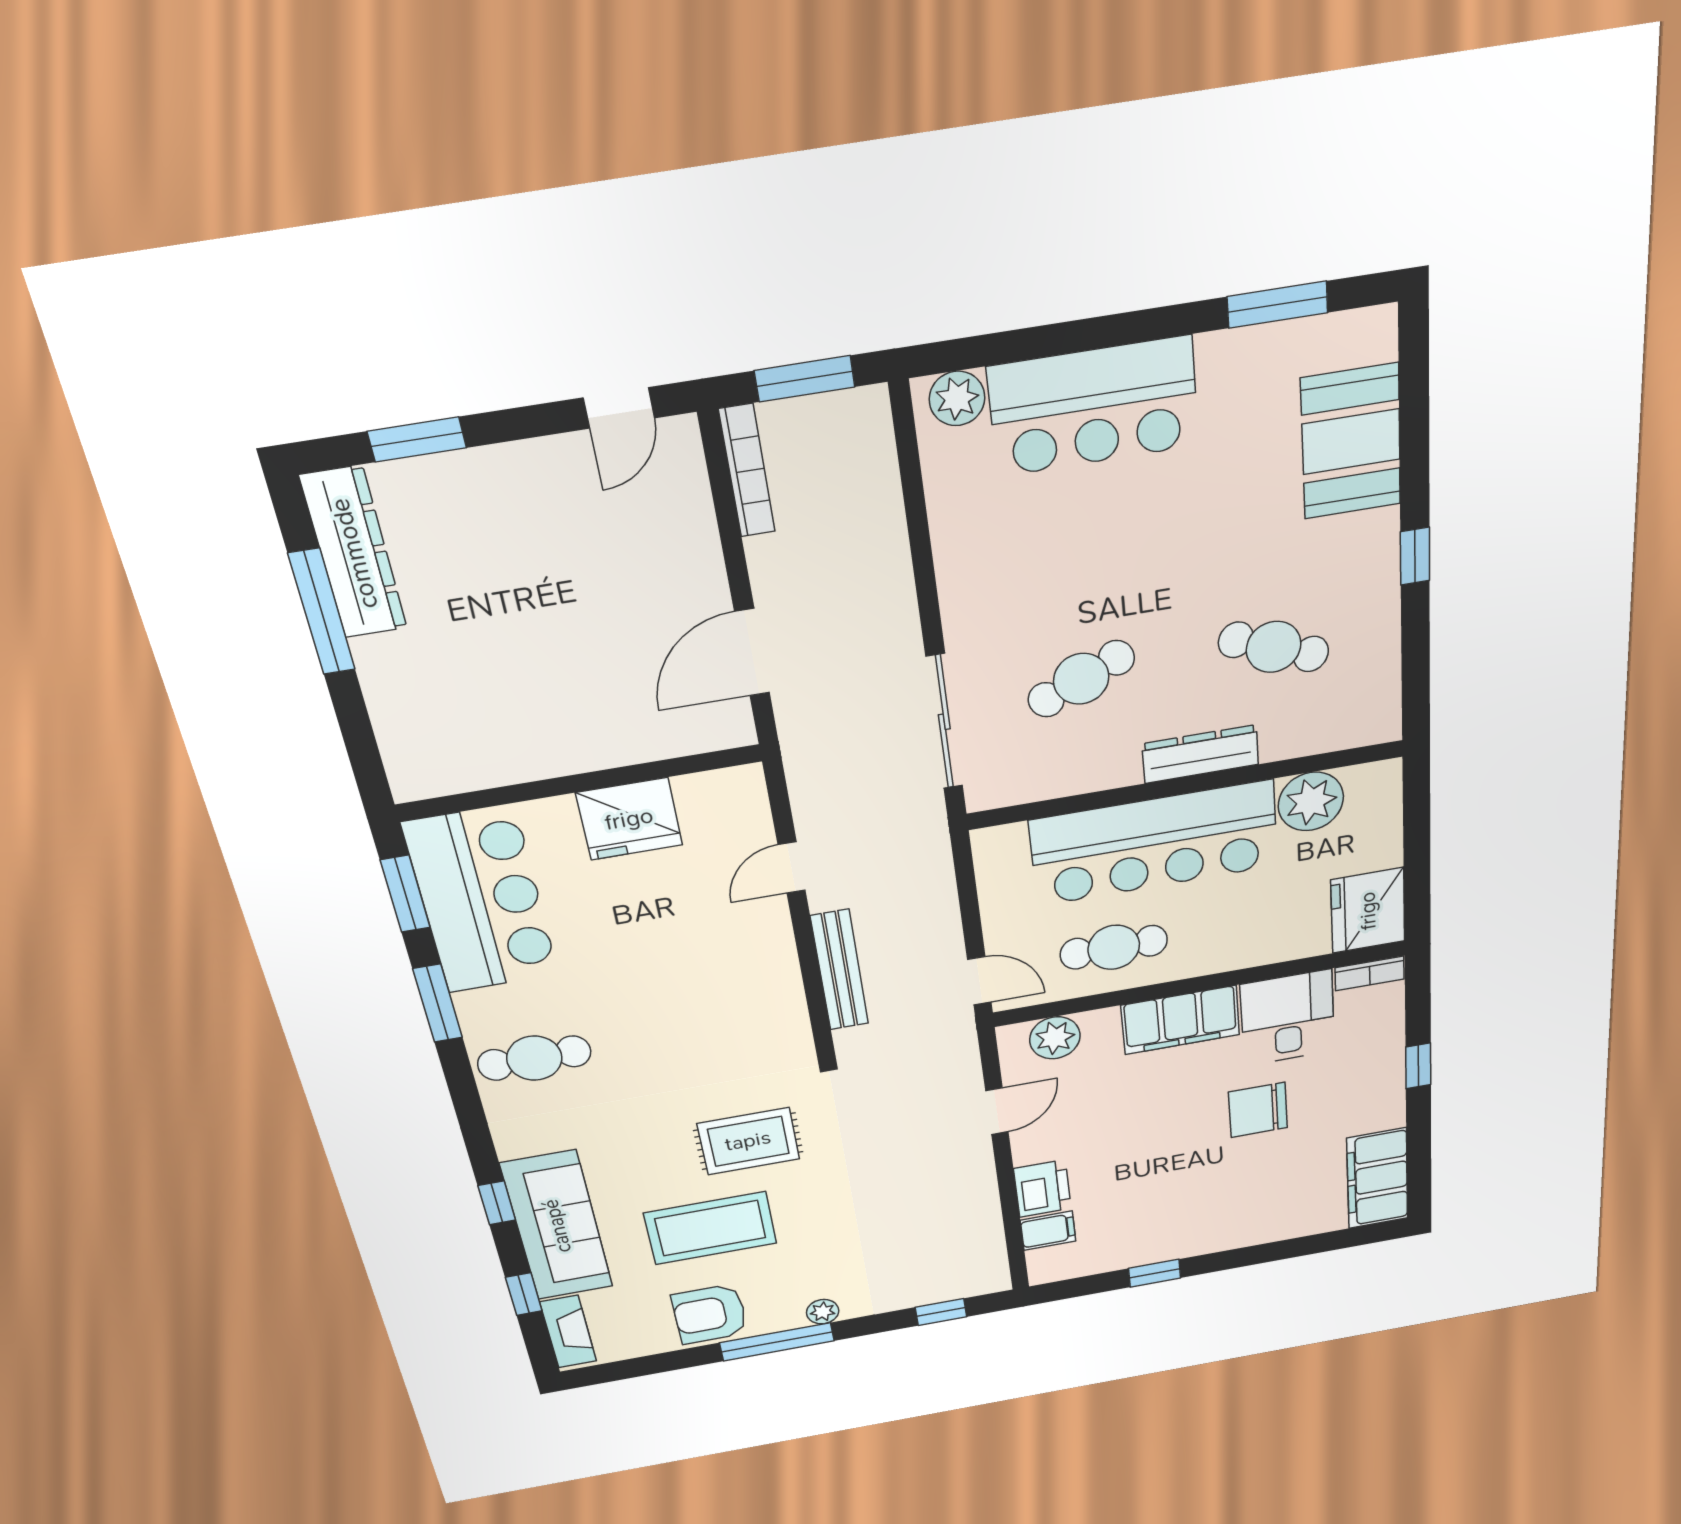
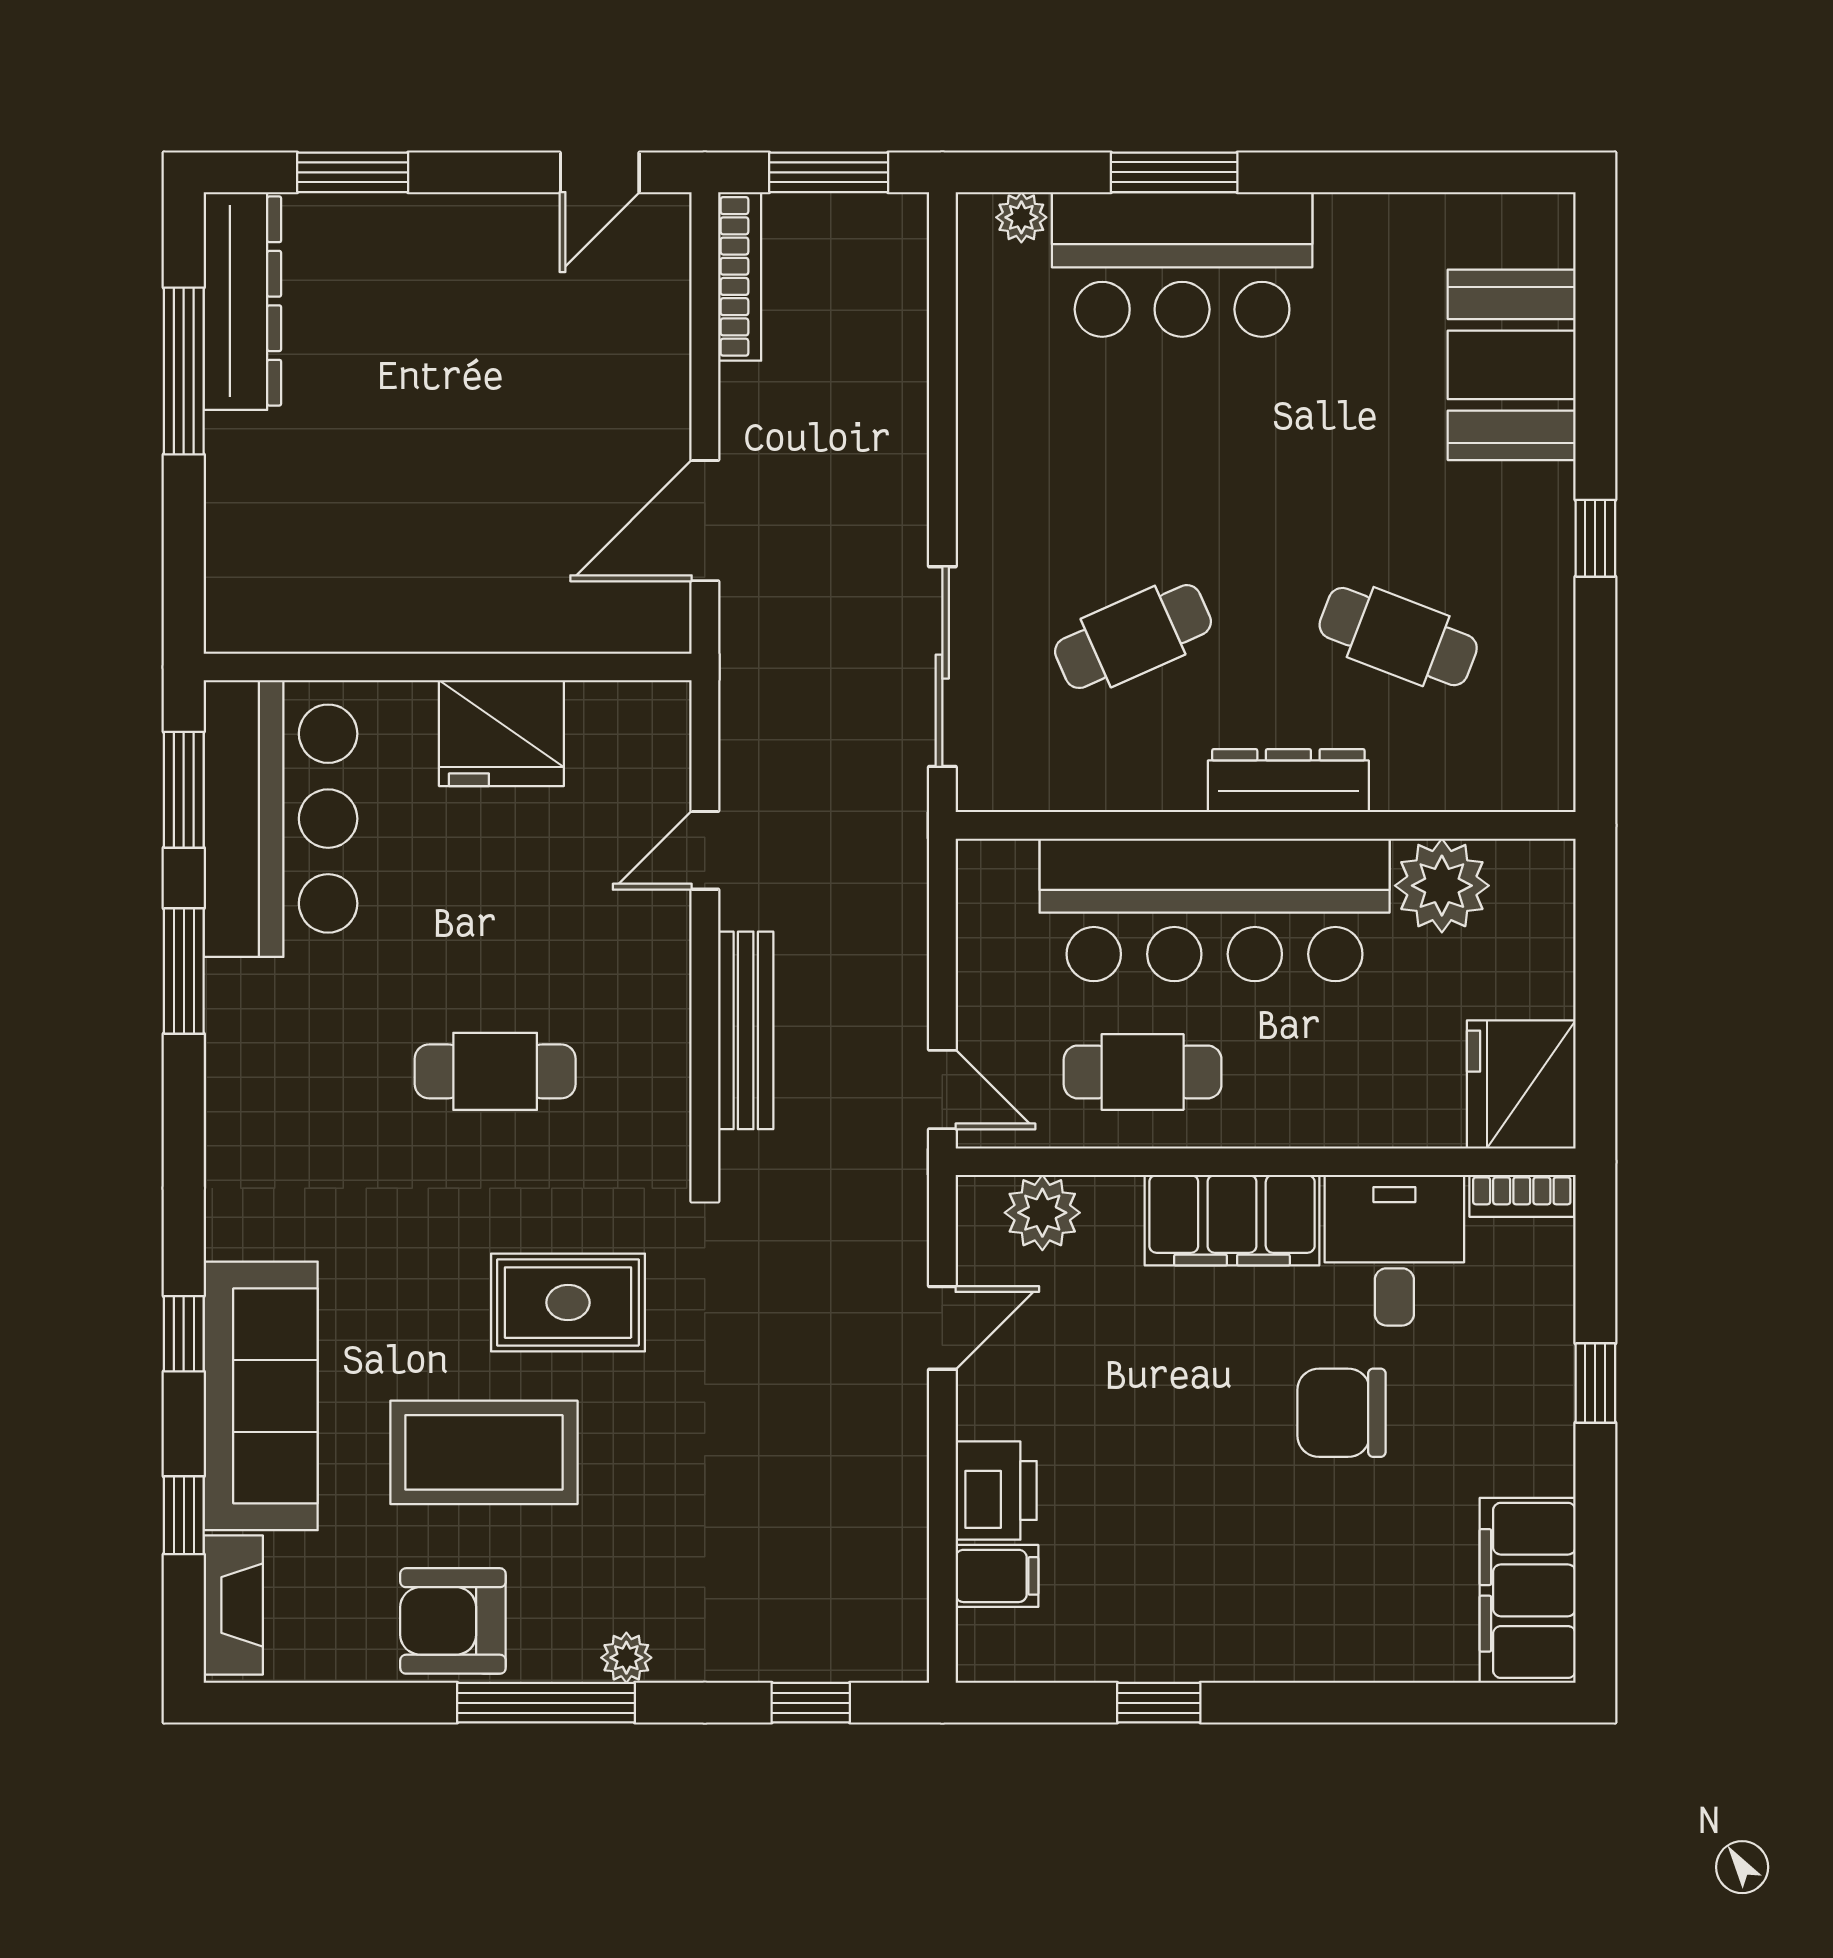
window: (1278, 305) -> (1174, 172), moved
plant: (957, 398) -> (1021, 217), width x0.73, depth x0.73
cafe table: (534, 1058) -> (495, 1071), moved

